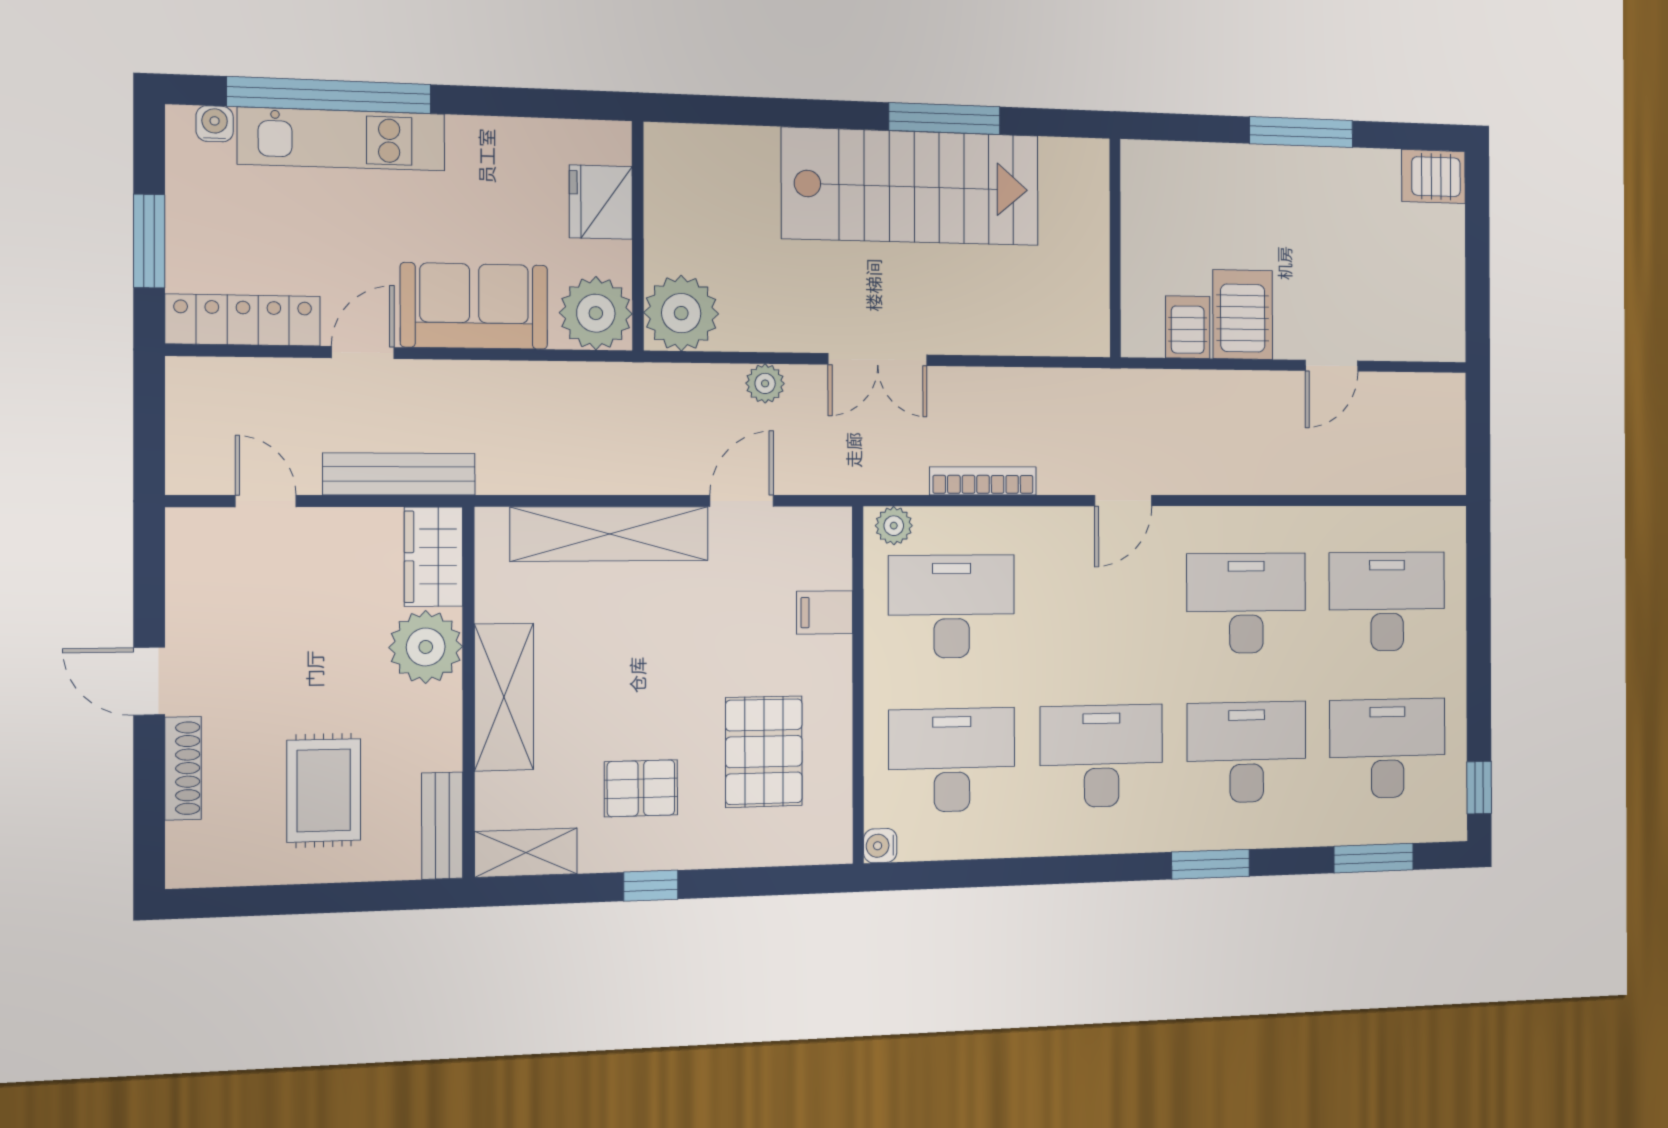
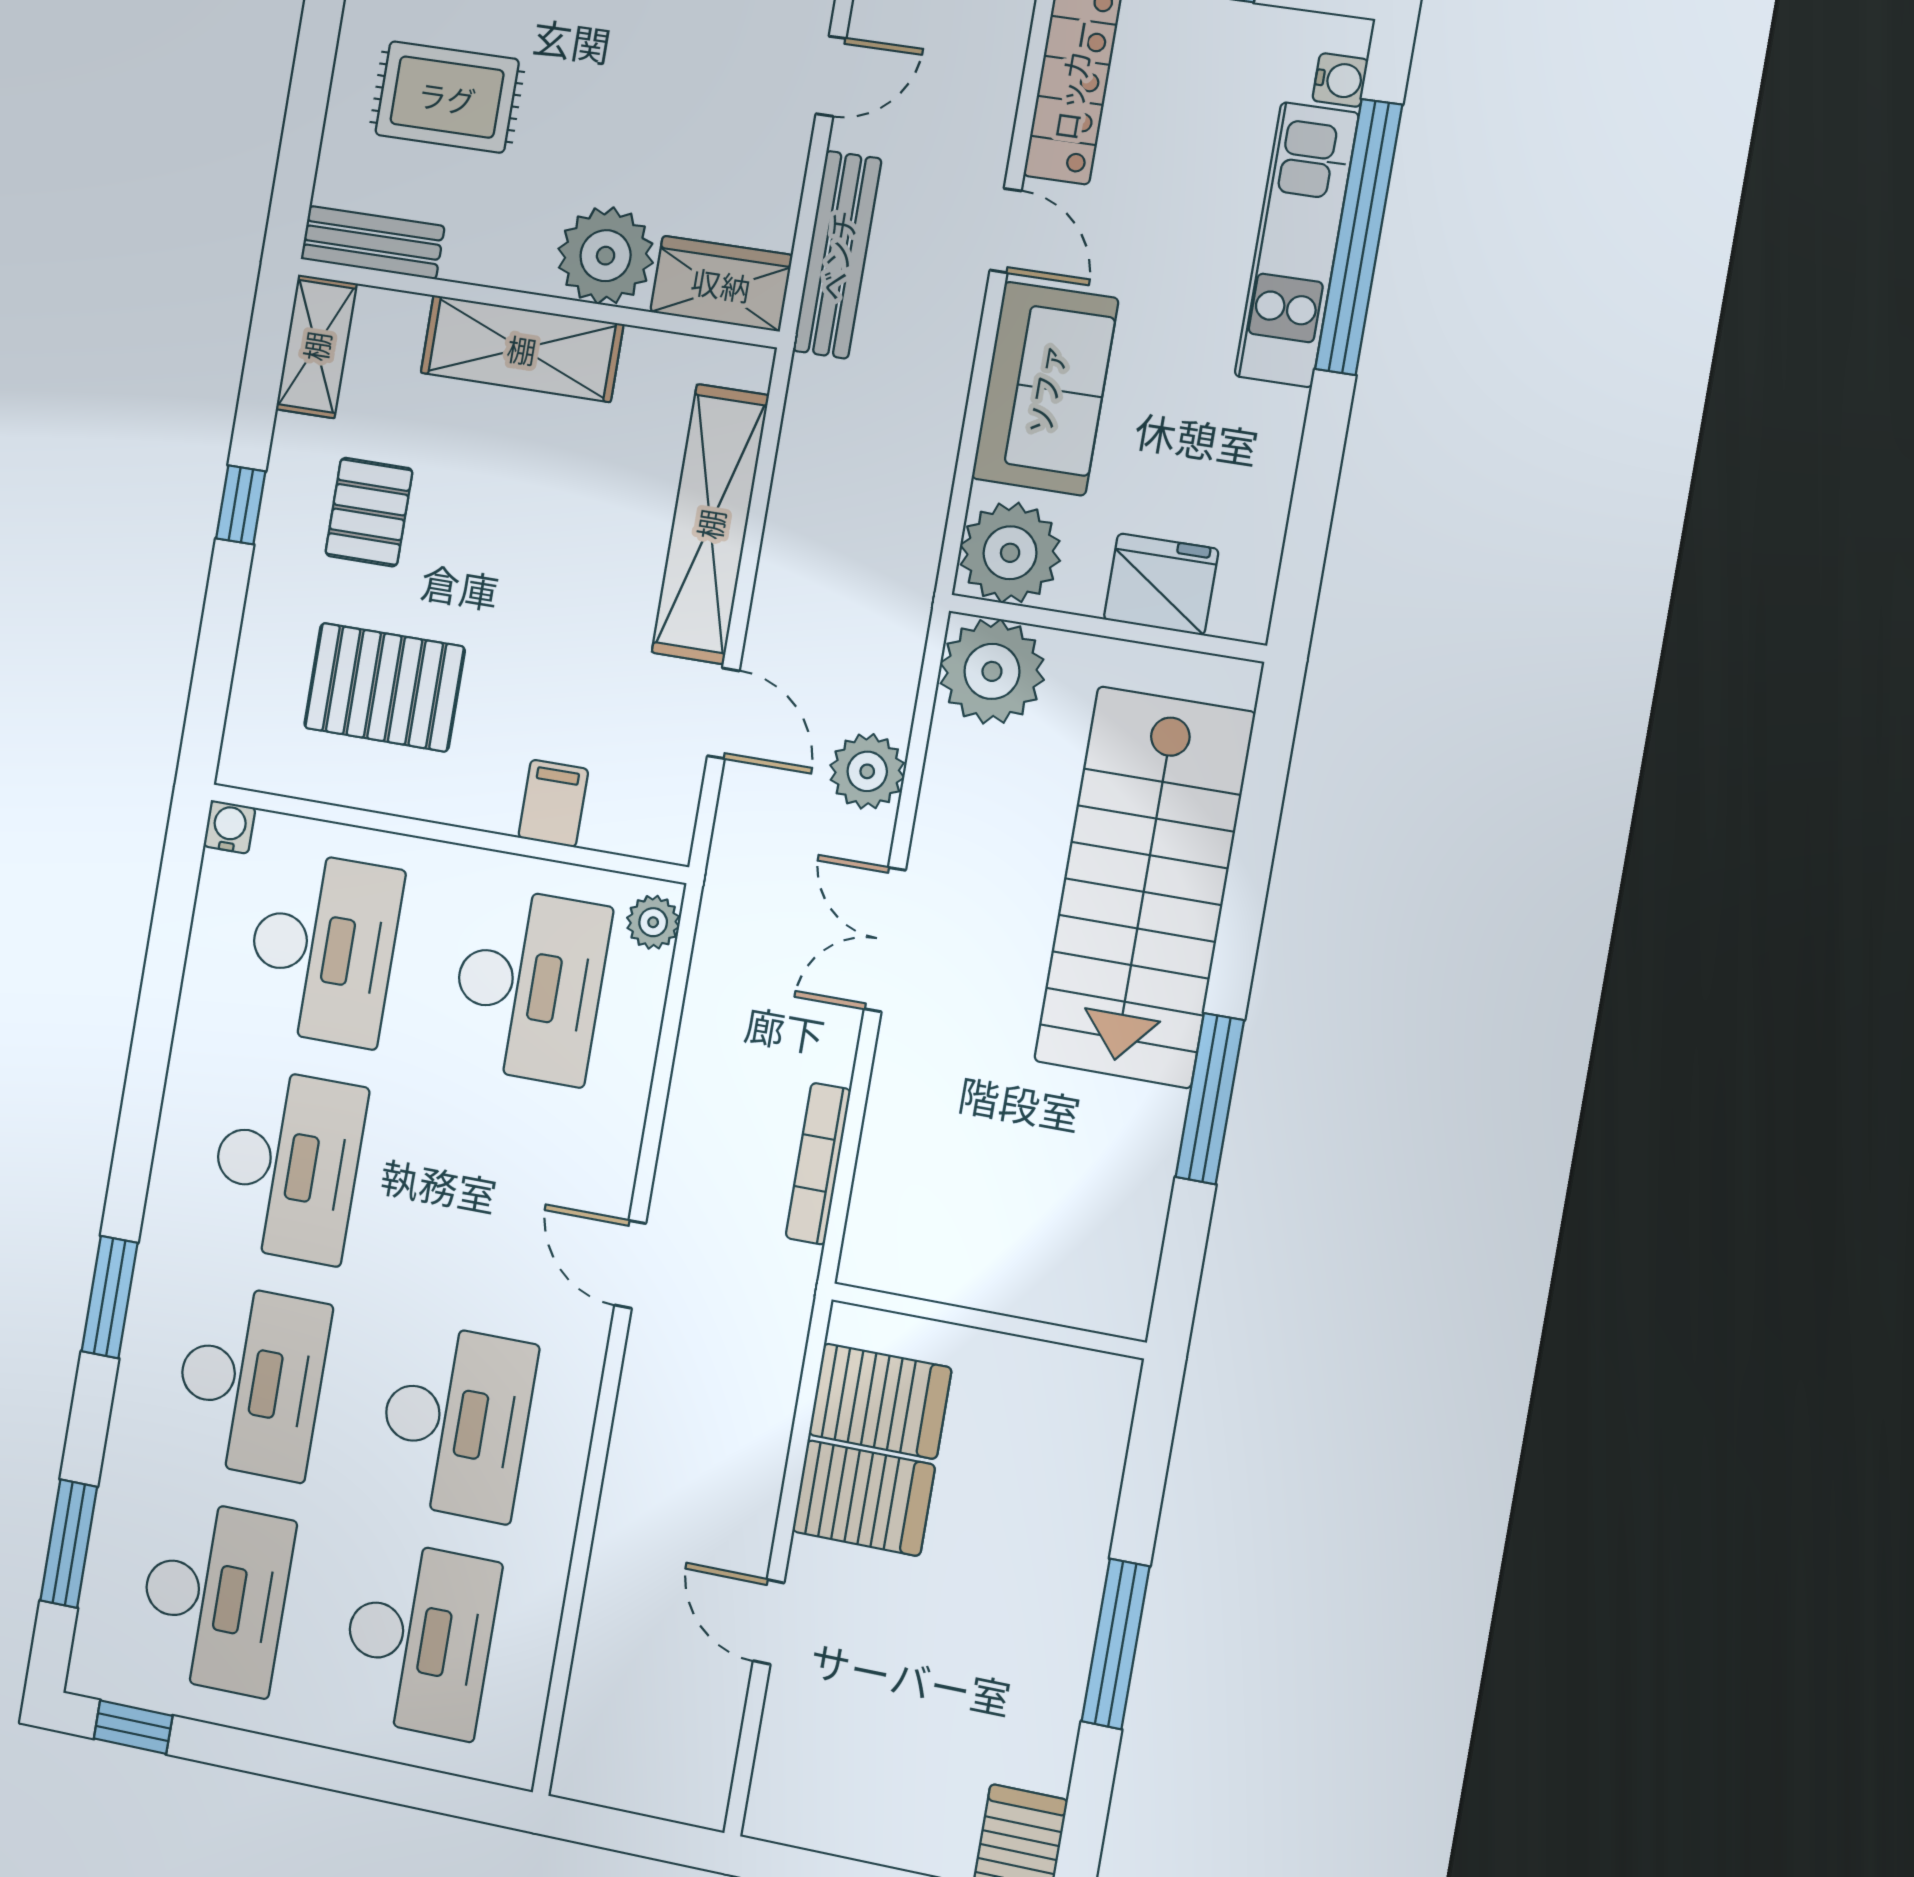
stairs: (911, 187) -> (1144, 887), moved
server rack: (1188, 327) -> (880, 1401), width x1.36, depth x1.44
plant: (765, 383) -> (867, 771), width x1.38, depth x1.38
bookcase: (983, 481) -> (818, 1164), moved, turned 180

